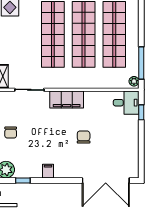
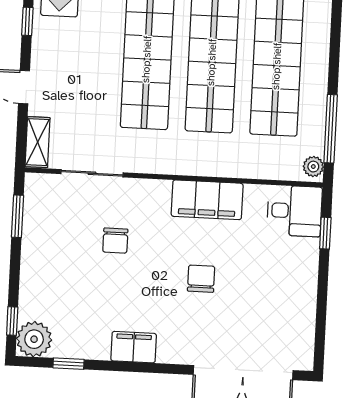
filing cabinet: (67, 100) -> (207, 200), moved
chair: (11, 133) -> (115, 241), moved
filing cabinet: (48, 171) -> (134, 347), width x2.00

